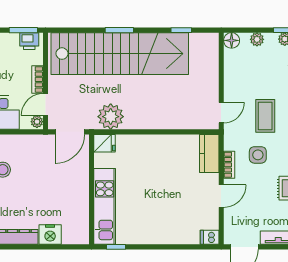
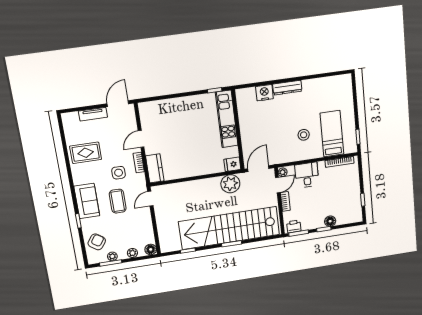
dishwasher: (210, 237) -> (145, 107), removed

